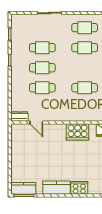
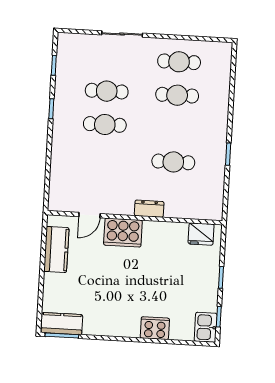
cafe table: (42, 88) -> (103, 158), removed
dresser: (19, 117) -> (149, 209), moved
door: (36, 123) -> (89, 215), hinge flipped
cooker: (78, 132) -> (123, 233), moved
kitchen counter: (56, 188) -> (56, 250), moved, turned 90

